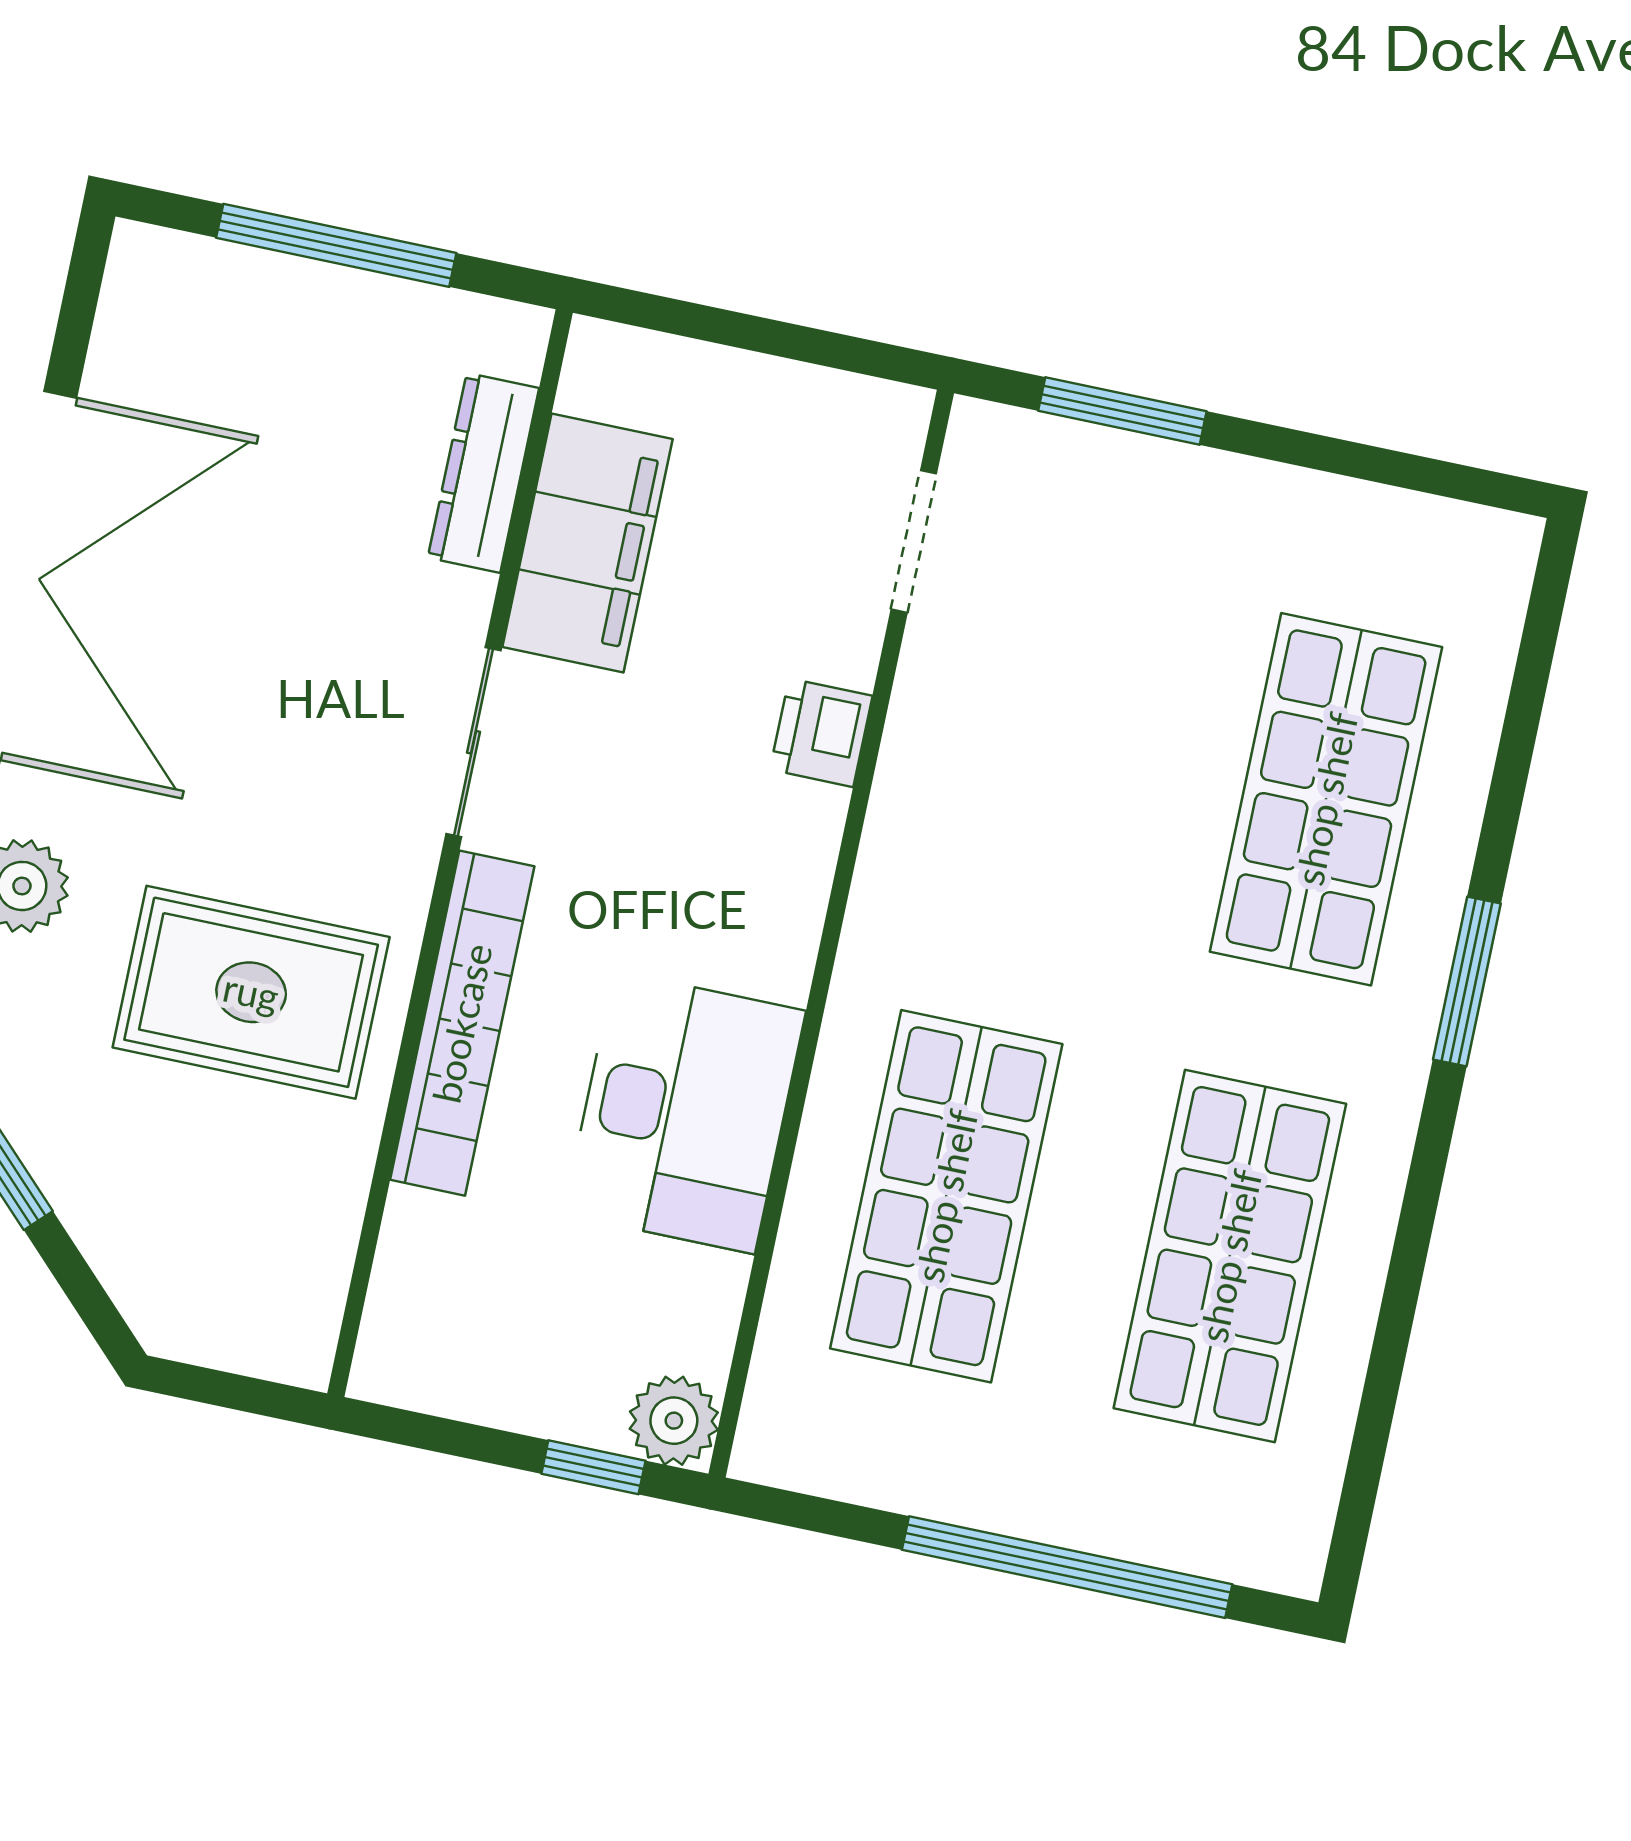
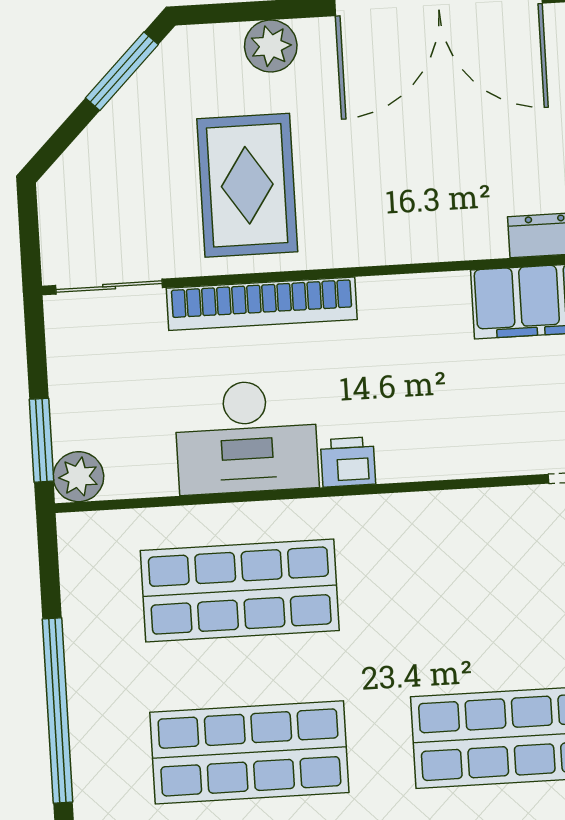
printer: (821, 733) -> (348, 462), moved
sliding door: (473, 742) -> (109, 287), moved
window: (593, 1467) -> (41, 440), width x1.50

